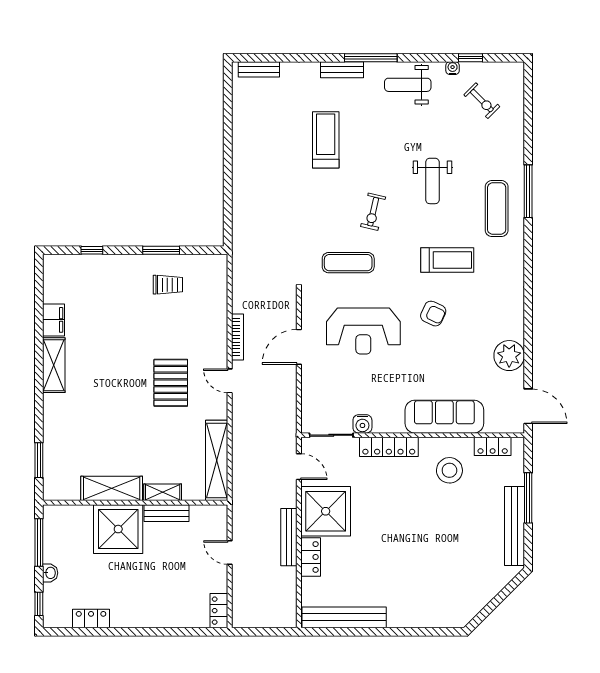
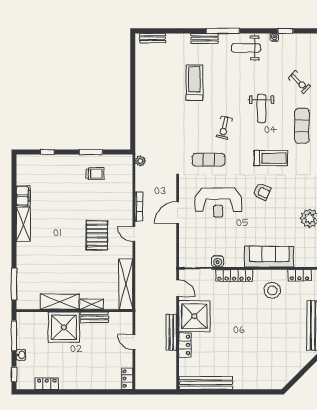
exercise bike: (482, 101) -> (299, 82), moved
plant: (240, 264) -> (140, 161), added
window: (39, 460) -> (14, 284), width x1.44

